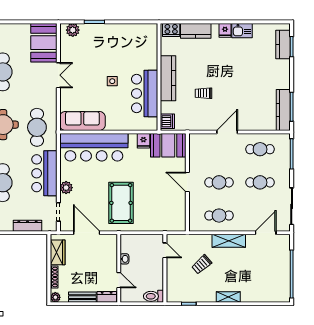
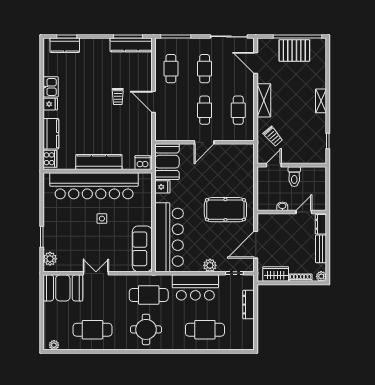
bar counter: (145, 93) -> (94, 186), width x1.86
trolley: (203, 93) -> (118, 97), moved
trolley: (202, 264) -> (273, 136), moved
pallet: (278, 271) -> (294, 50), added
toilet: (154, 296) -> (294, 177), moved

